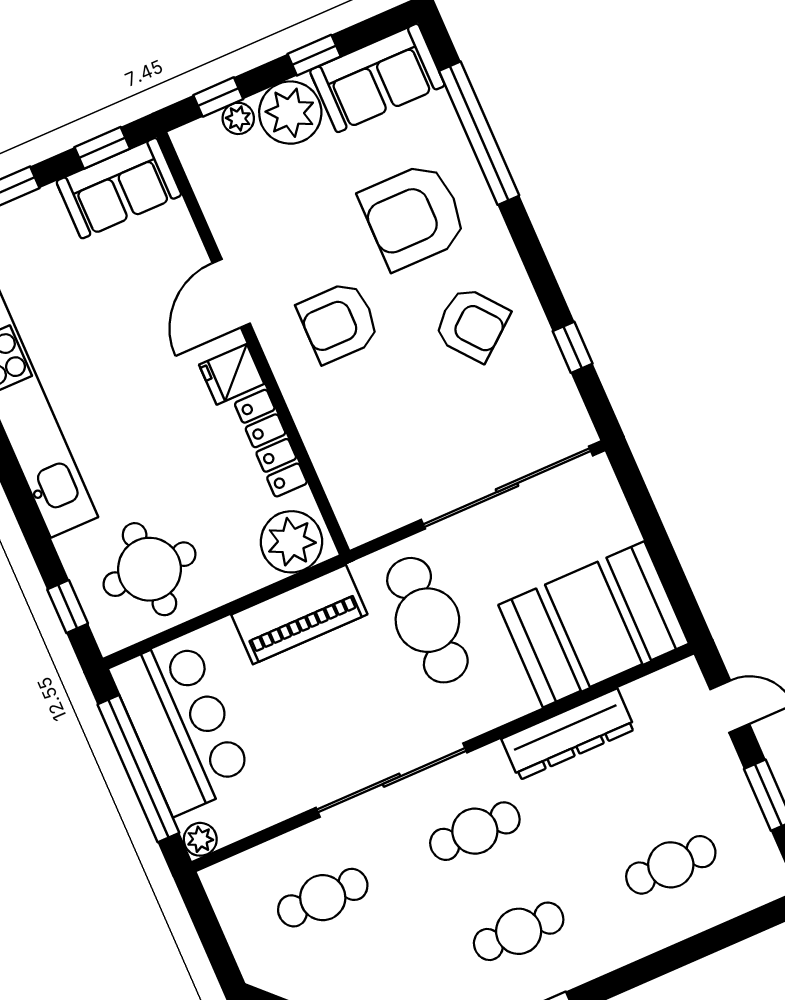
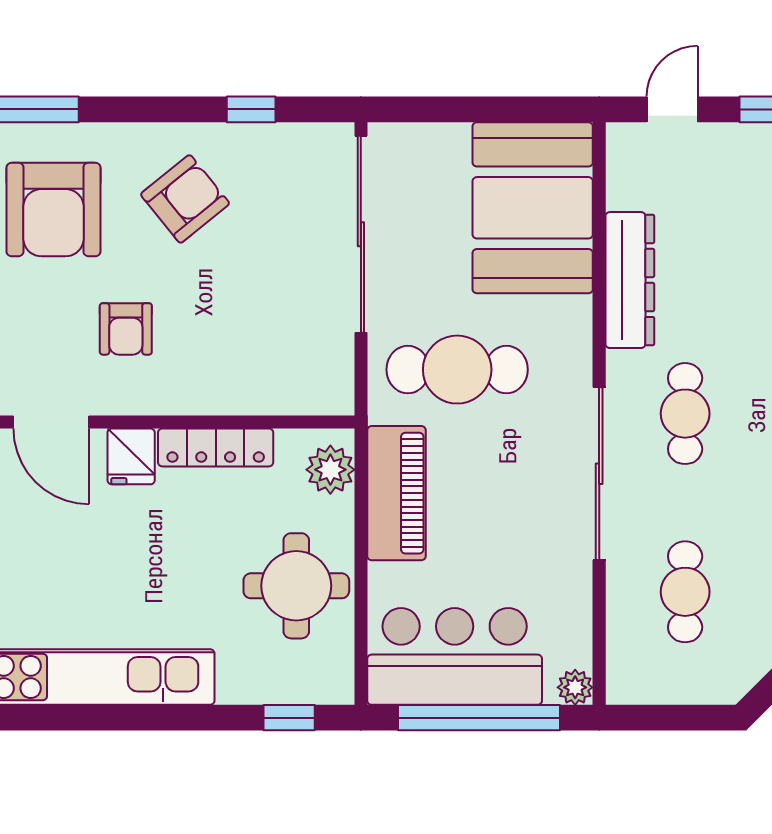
armchair: (339, 322) -> (126, 329), width x0.72, depth x0.72
plant: (291, 542) -> (330, 470), width x0.73, depth x0.73
round table: (149, 569) -> (296, 586), moved

